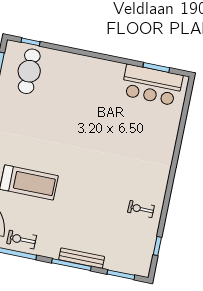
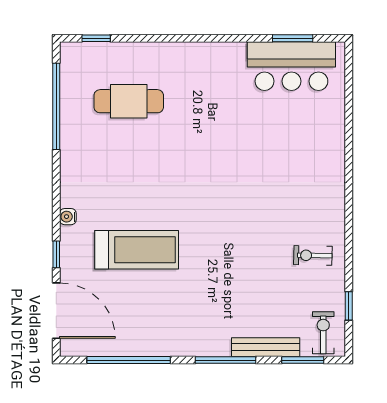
cafe table: (29, 71) -> (129, 101), moved, turned 90
exercise bike: (22, 240) -> (323, 333), moved, turned 90
bench: (82, 258) -> (266, 347), moved

